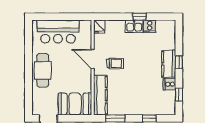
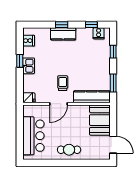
cooker: (150, 26) -> (29, 41), moved
cafe table: (43, 70) -> (69, 150), width x0.73, depth x0.74
cooker: (169, 84) -> (99, 33), moved

